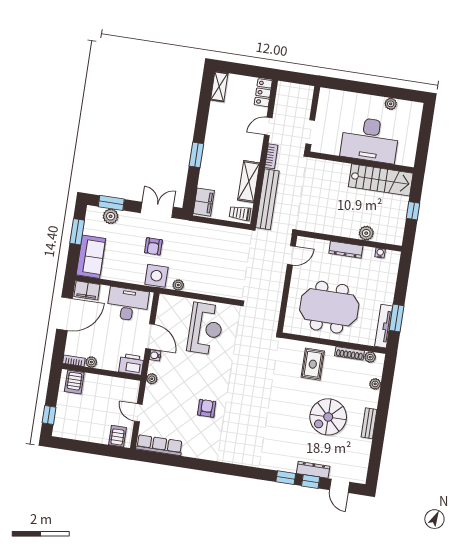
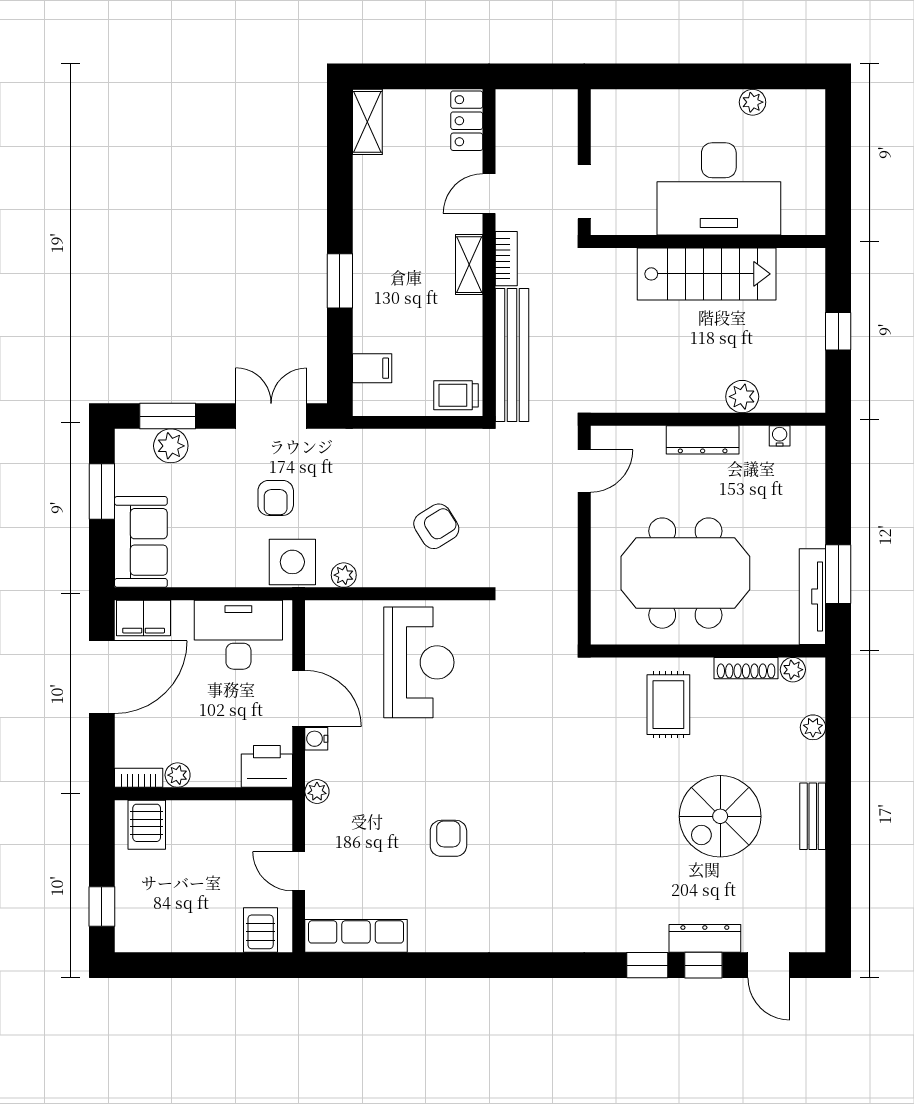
stairs: (381, 180) -> (707, 274), moved
shelving: (249, 182) -> (469, 265), moved, width x0.67, depth x0.75
filing cabinet: (204, 202) -> (372, 368), width x0.50
armchair: (222, 270) -> (436, 526), added

